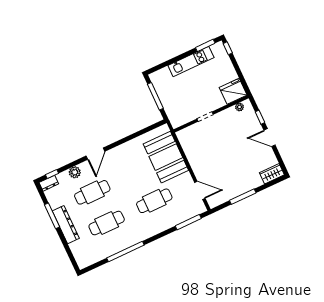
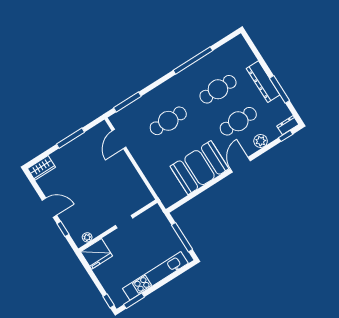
kitchen unit: (191, 62) -> (155, 276), width x1.36
booth: (166, 157) -> (199, 168), moved, turned 90
door: (200, 190) -> (119, 139), hinge flipped

